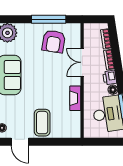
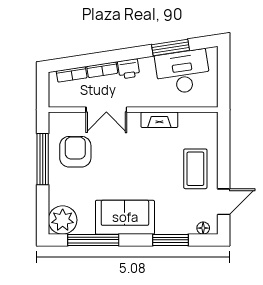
armchair: (54, 41) -> (75, 152), turned -99
floor lamp: (113, 90) -> (147, 64), removed
coffee table: (42, 123) -> (195, 169), turned 90

